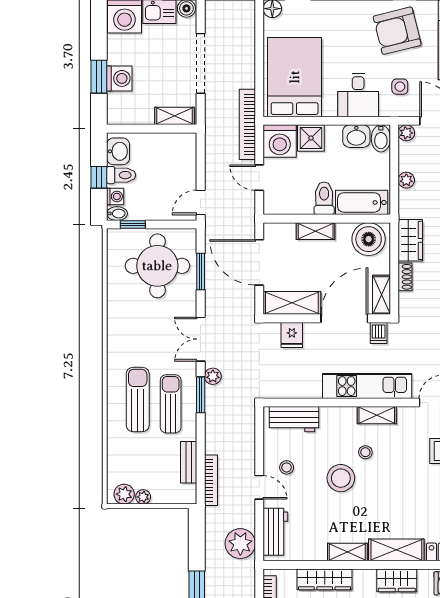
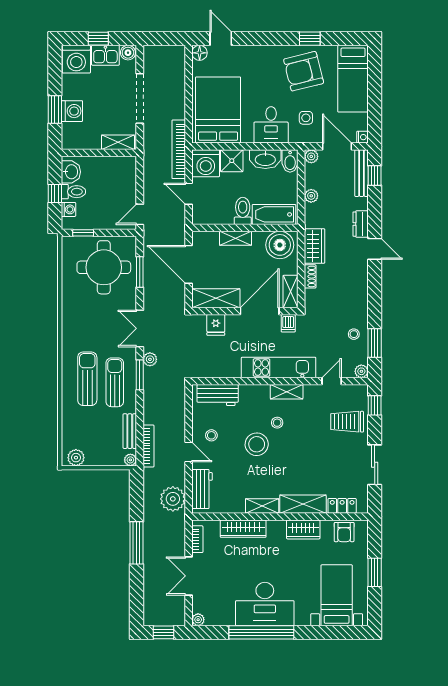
washbasin: (356, 136) -> (265, 159), width x1.38
bidet: (117, 214) -> (70, 224), removed
plant: (143, 497) -> (130, 460), moved

